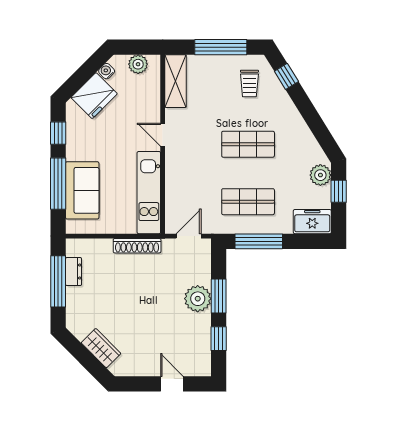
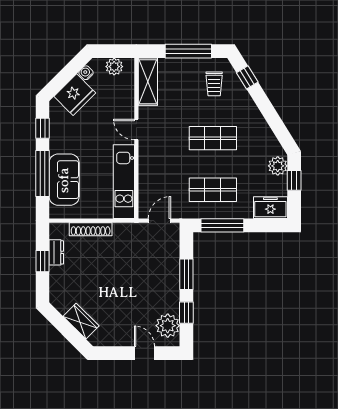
shoe rack: (137, 246) -> (91, 229), moved
window: (58, 281) -> (43, 261), width x0.46
plant: (198, 299) -> (168, 326), moved

